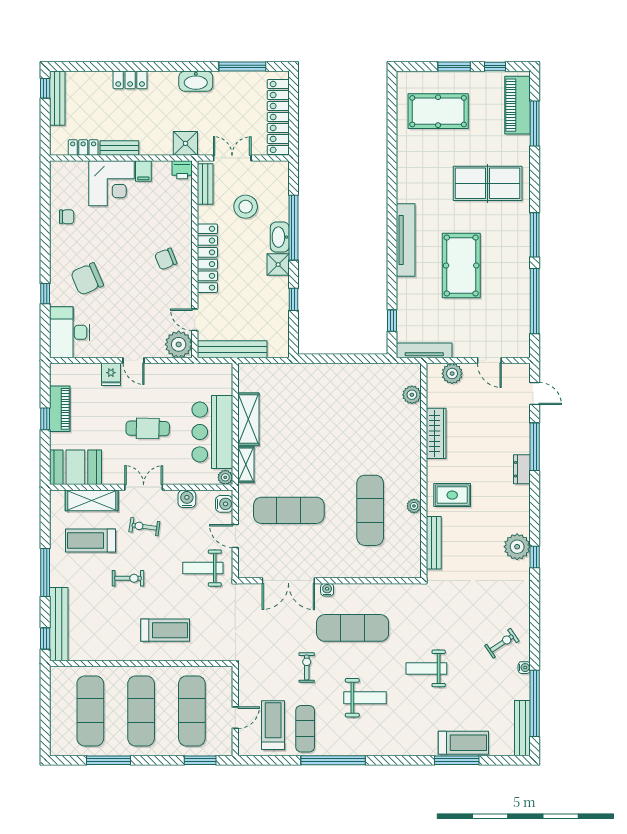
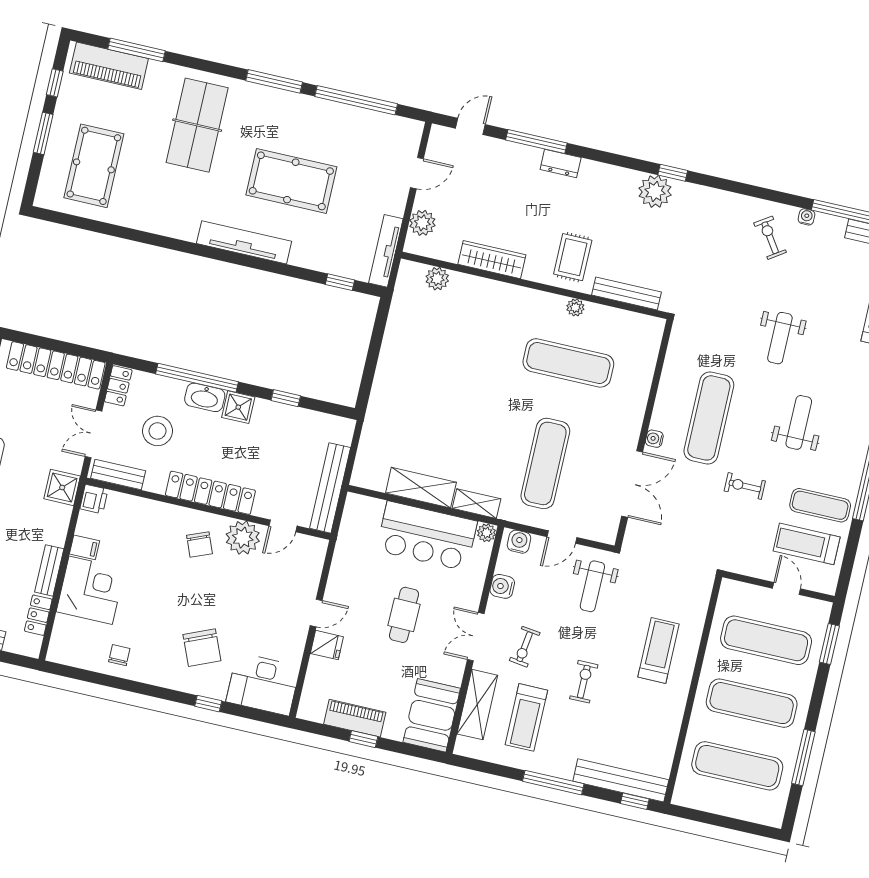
locker: (273, 169) -> (118, 386), added
plant: (179, 344) -> (243, 538), moved

